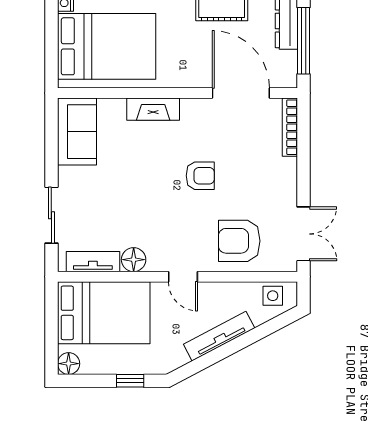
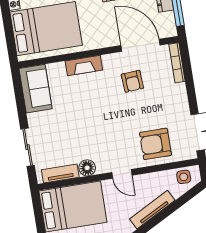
armchair: (200, 176) -> (132, 81), moved, turned 86

